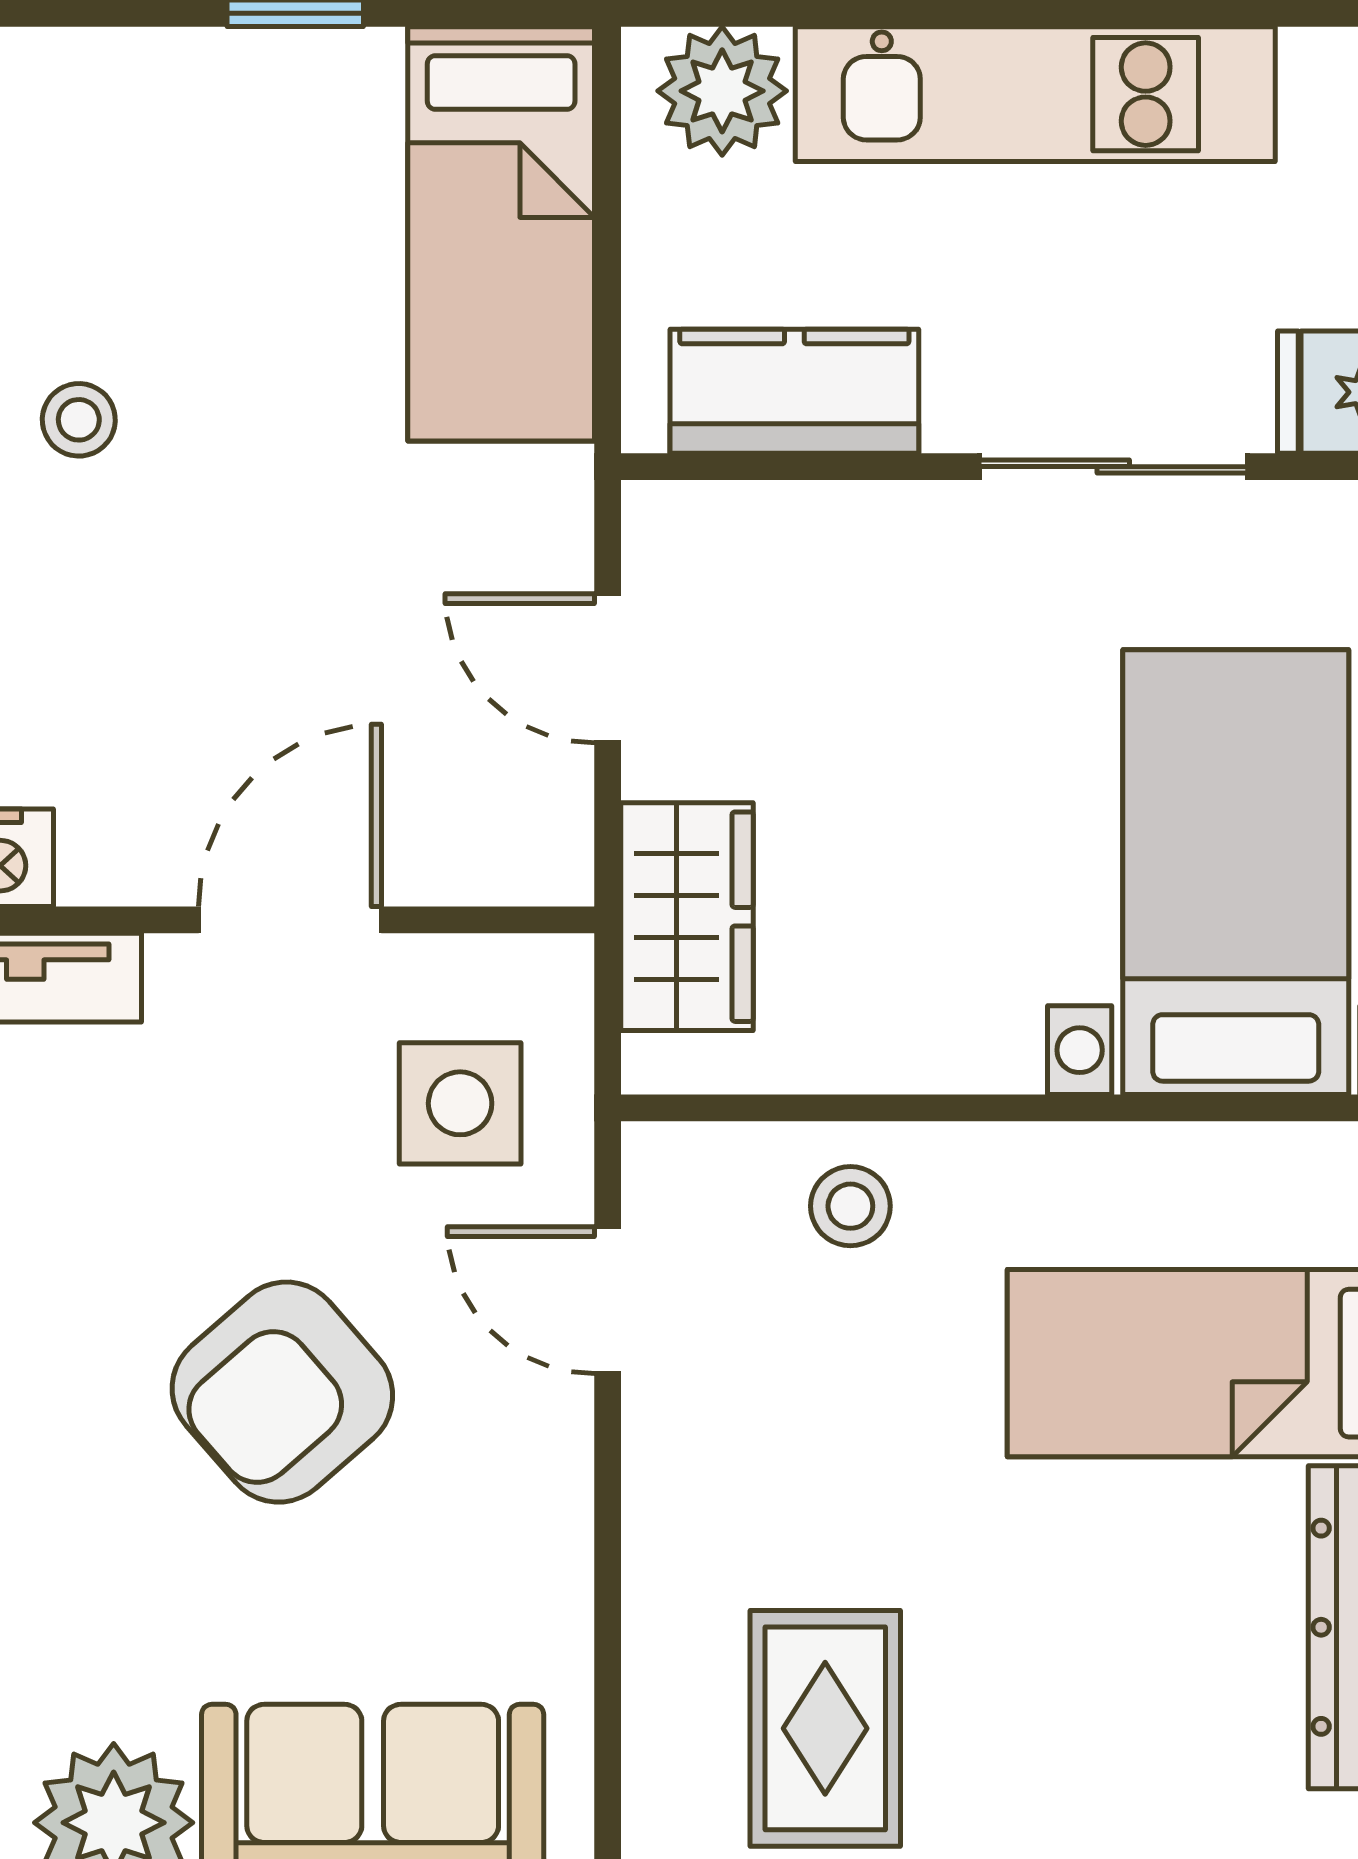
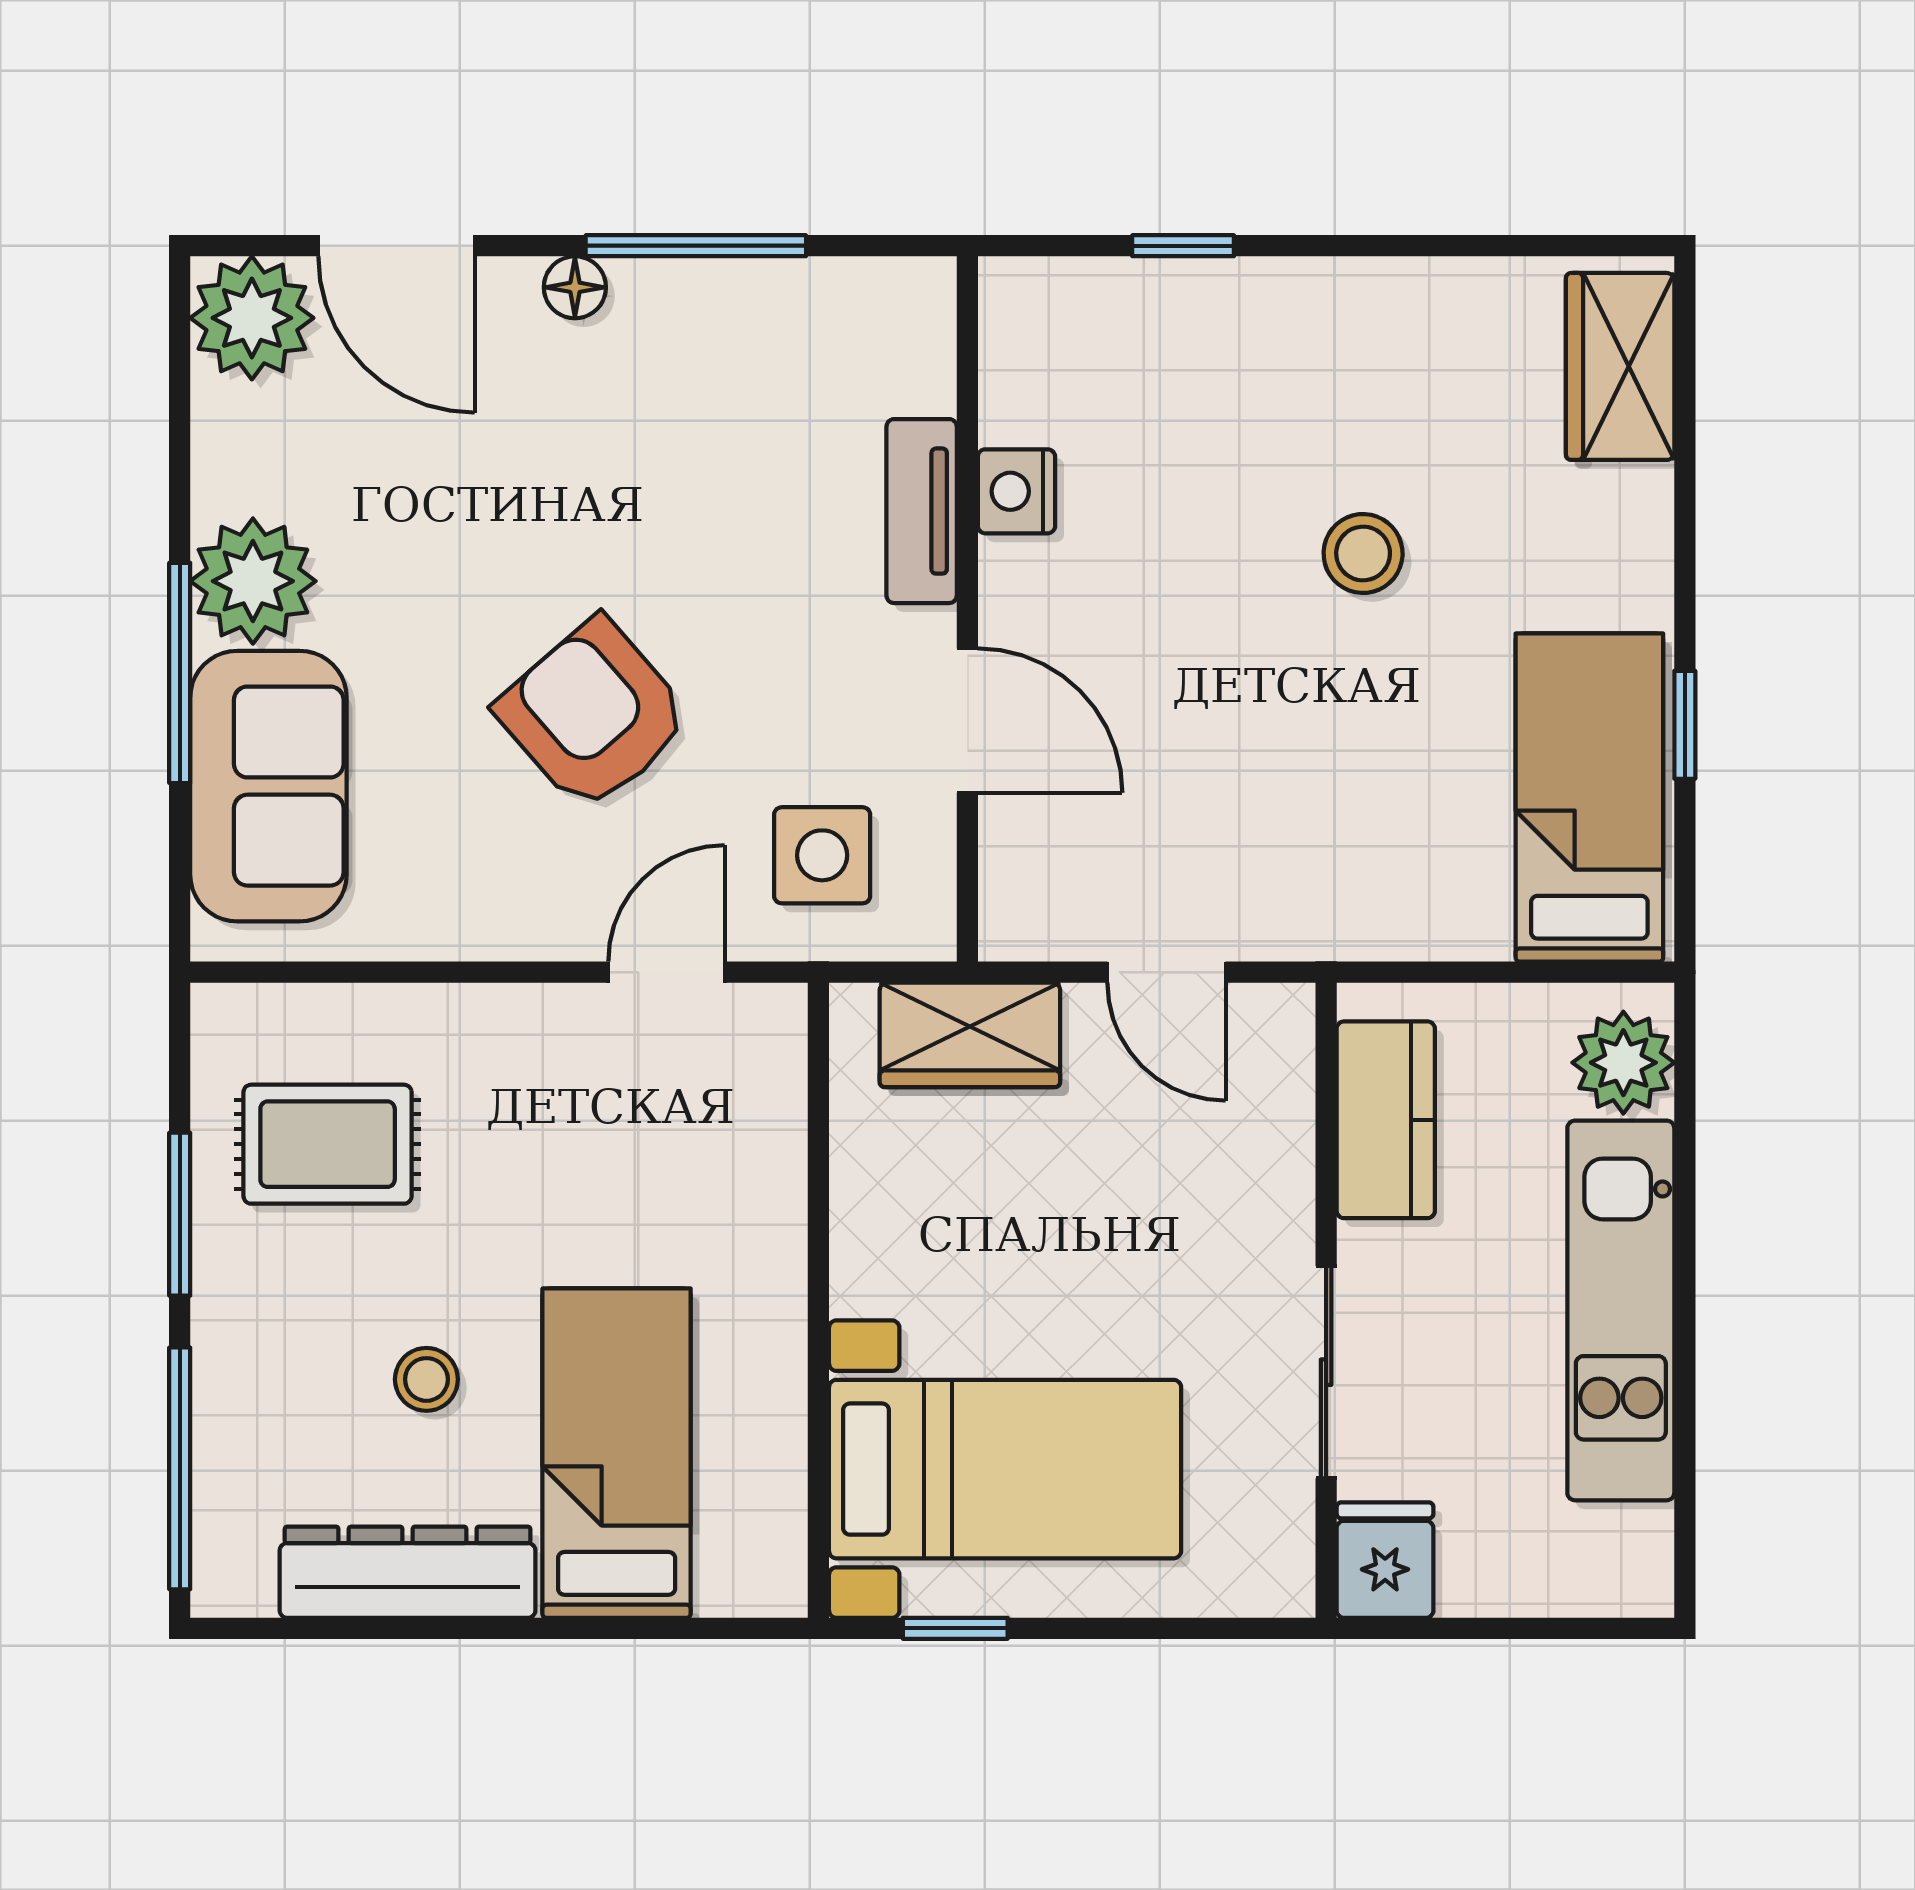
bed: (501, 234) -> (1589, 797), moved, turned 90
stool: (79, 420) -> (1363, 553), width x1.37, depth x1.37
door: (608, 668) -> (1166, 972), swing flipped
stool: (850, 1206) -> (426, 1379), moved

